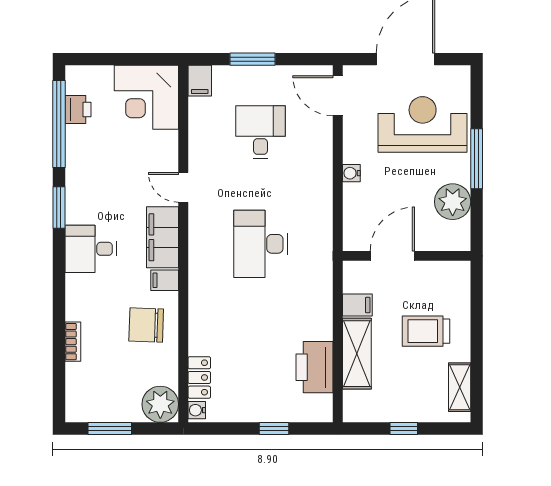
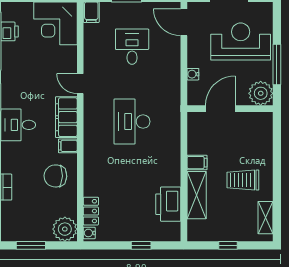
door: (392, 256) -> (220, 109), moved
wall: (407, 256) -> (230, 109), moved

